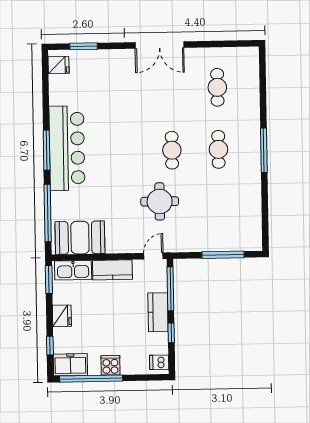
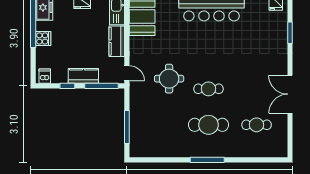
double door: (160, 45) -> (290, 94), moved
window: (84, 46) -> (290, 33), moved
cafe table: (218, 149) -> (208, 125), width x1.37, depth x1.35

